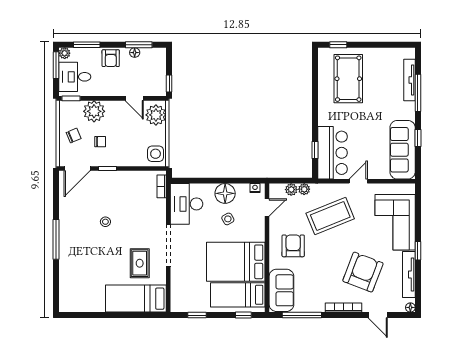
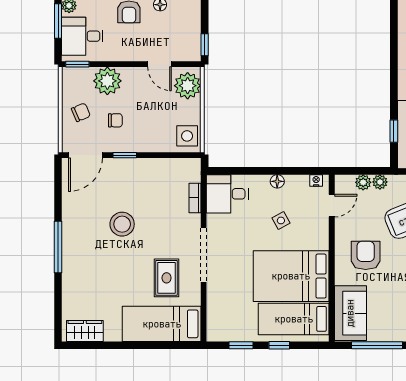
bookcase: (162, 186) -> (195, 198), moved
floor lamp: (225, 193) -> (277, 181), width x0.53, depth x0.53
desk: (187, 204) -> (227, 194), width x0.73
stool: (105, 222) -> (122, 224), width x1.89, depth x1.89
wardrobe: (77, 304) -> (85, 331), added
window: (243, 315) -> (279, 345), moved

